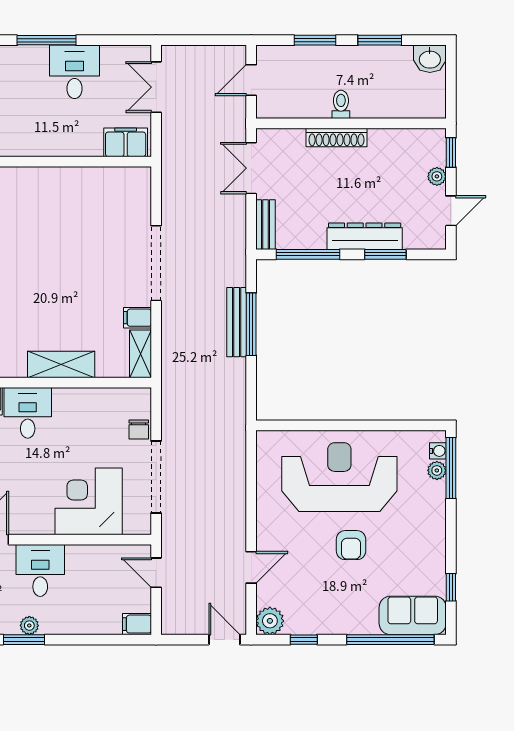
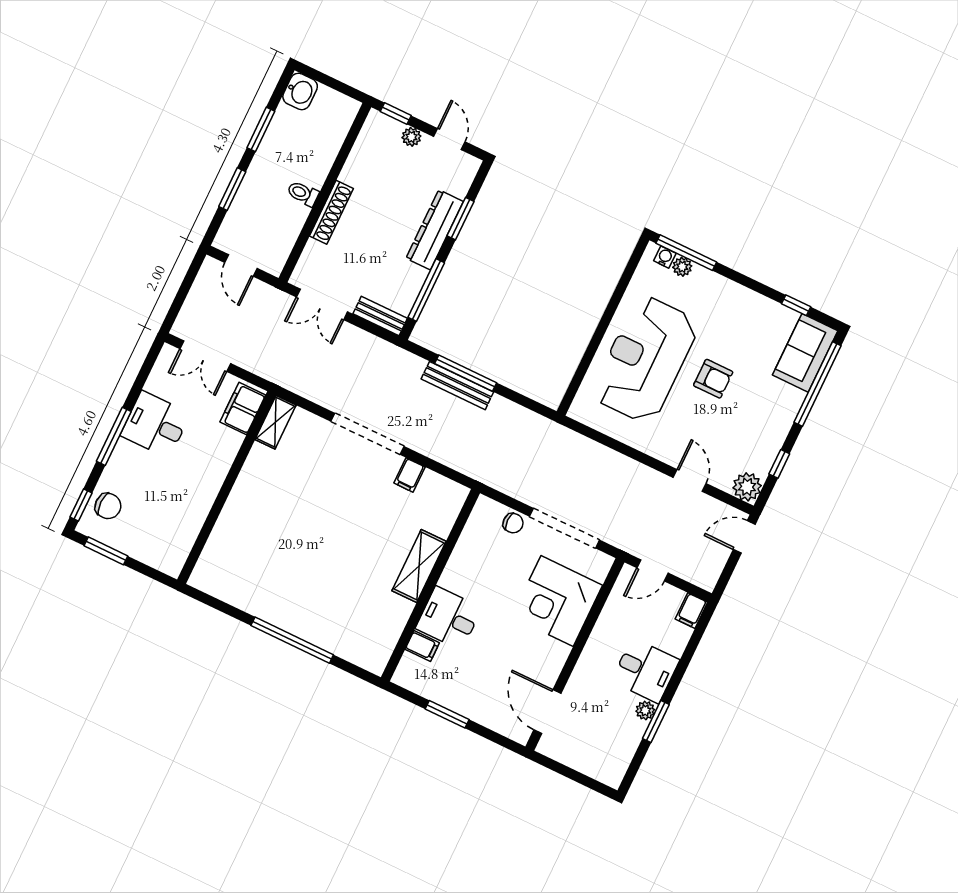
shelving: (141, 354) -> (276, 422), moved, turned 90
desk: (40, 570) -> (645, 670), moved, turned 180

